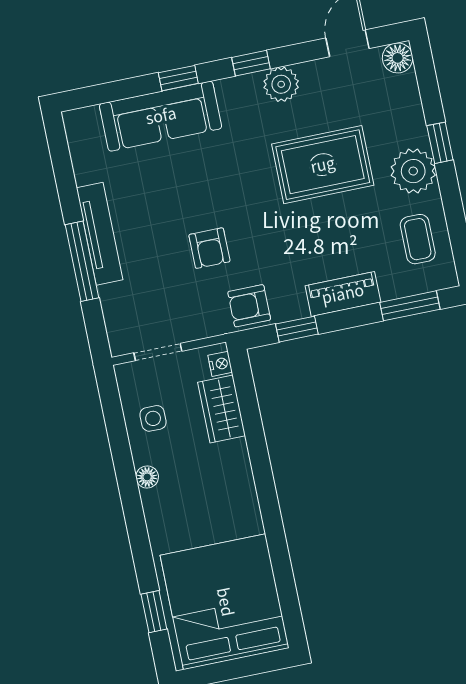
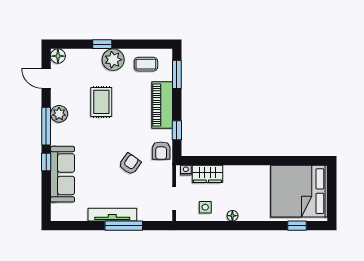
window: (251, 63) -> (46, 126), width x2.17
rug: (323, 165) -> (101, 102), width x0.73, depth x0.70
armchair: (209, 248) -> (130, 164), turned -55
piano: (343, 294) -> (162, 105), width x1.37, depth x1.33

